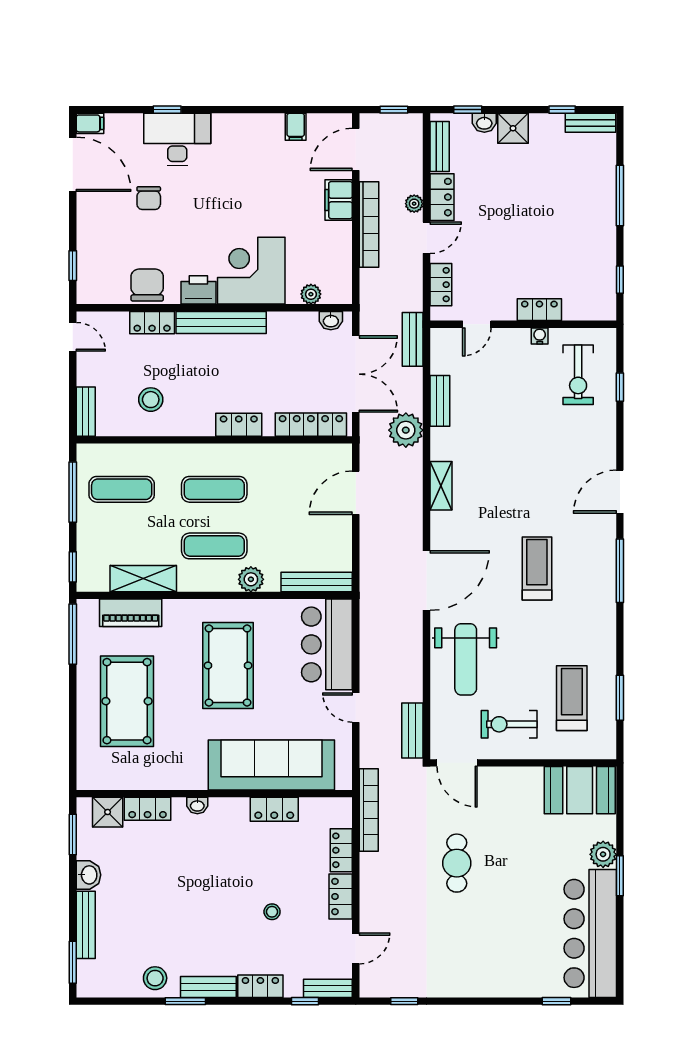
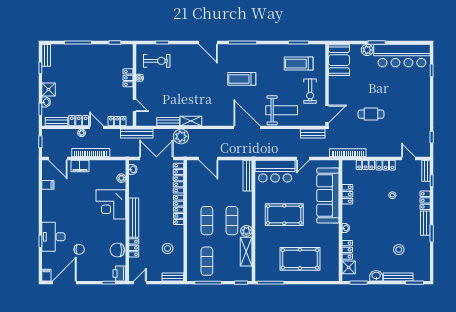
printer: (198, 290) -> (119, 274), moved
bench: (413, 339) -> (137, 133), width x1.36
locker: (239, 425) -> (179, 210), width x1.53
shelving: (441, 486) -> (191, 121), moved
plant: (251, 579) -> (246, 231), moved
piano: (131, 613) -> (261, 257), removed
stool: (155, 978) -> (399, 250), moved

